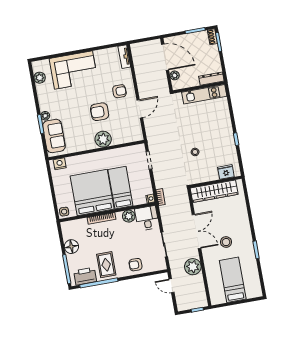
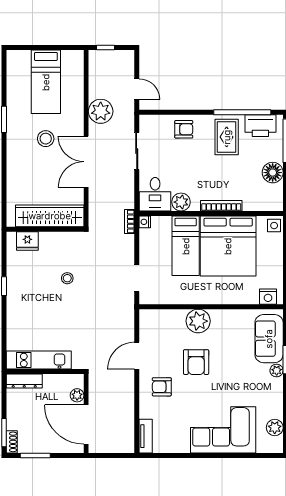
armchair: (100, 112) -> (196, 362), turned 90

